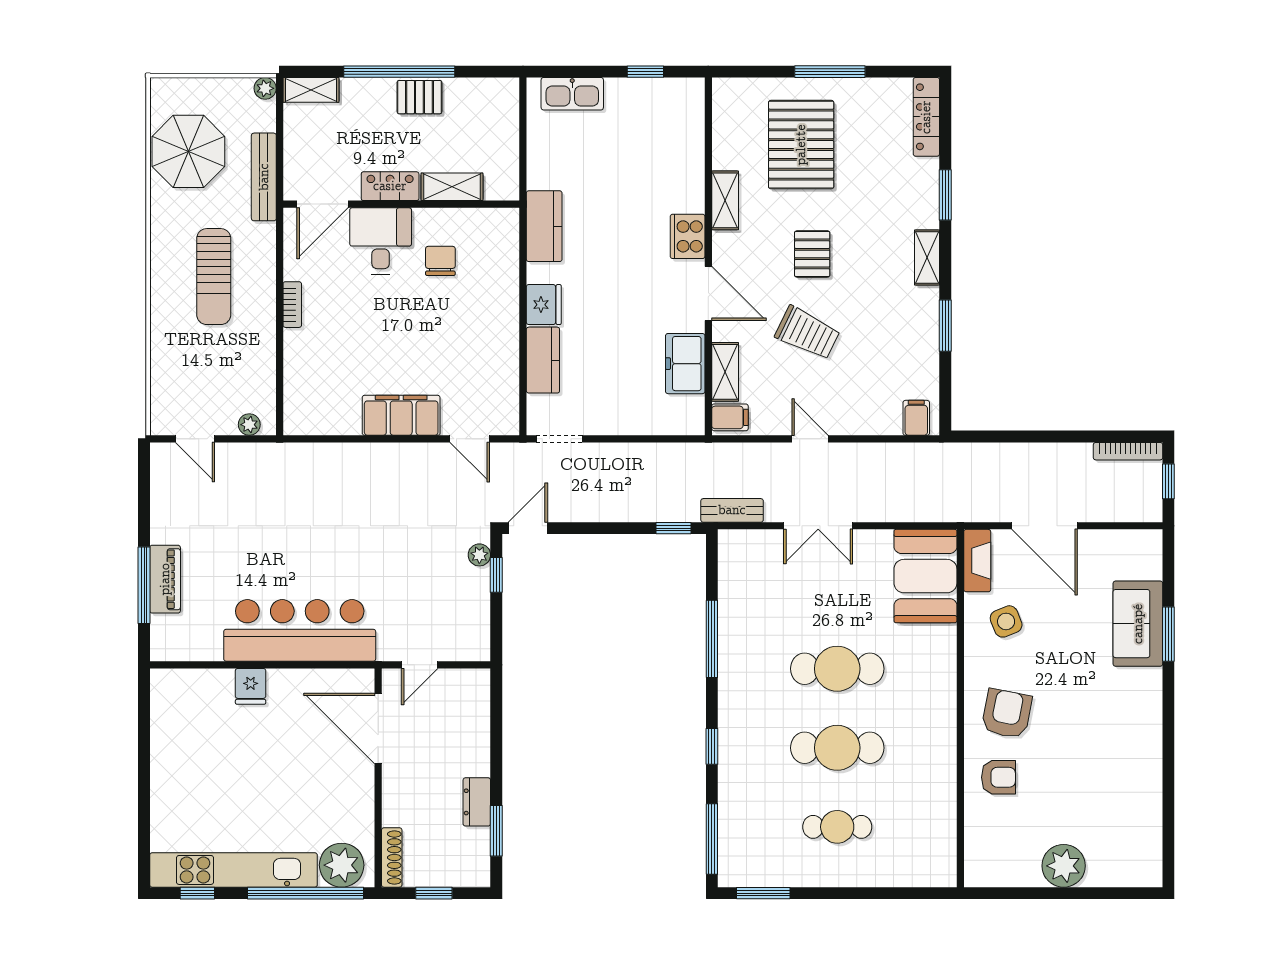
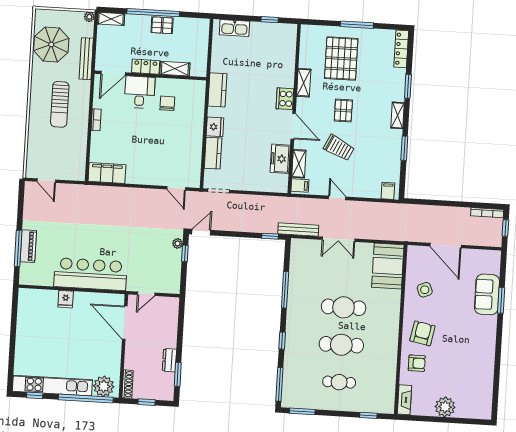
filing cabinet: (401, 415) -> (107, 173), moved
plant: (249, 425) -> (72, 175), removed
bench: (732, 510) -> (298, 230), width x1.36
fireplace: (977, 561) -> (404, 400), moved
window: (903, 893) -> (368, 415), added

